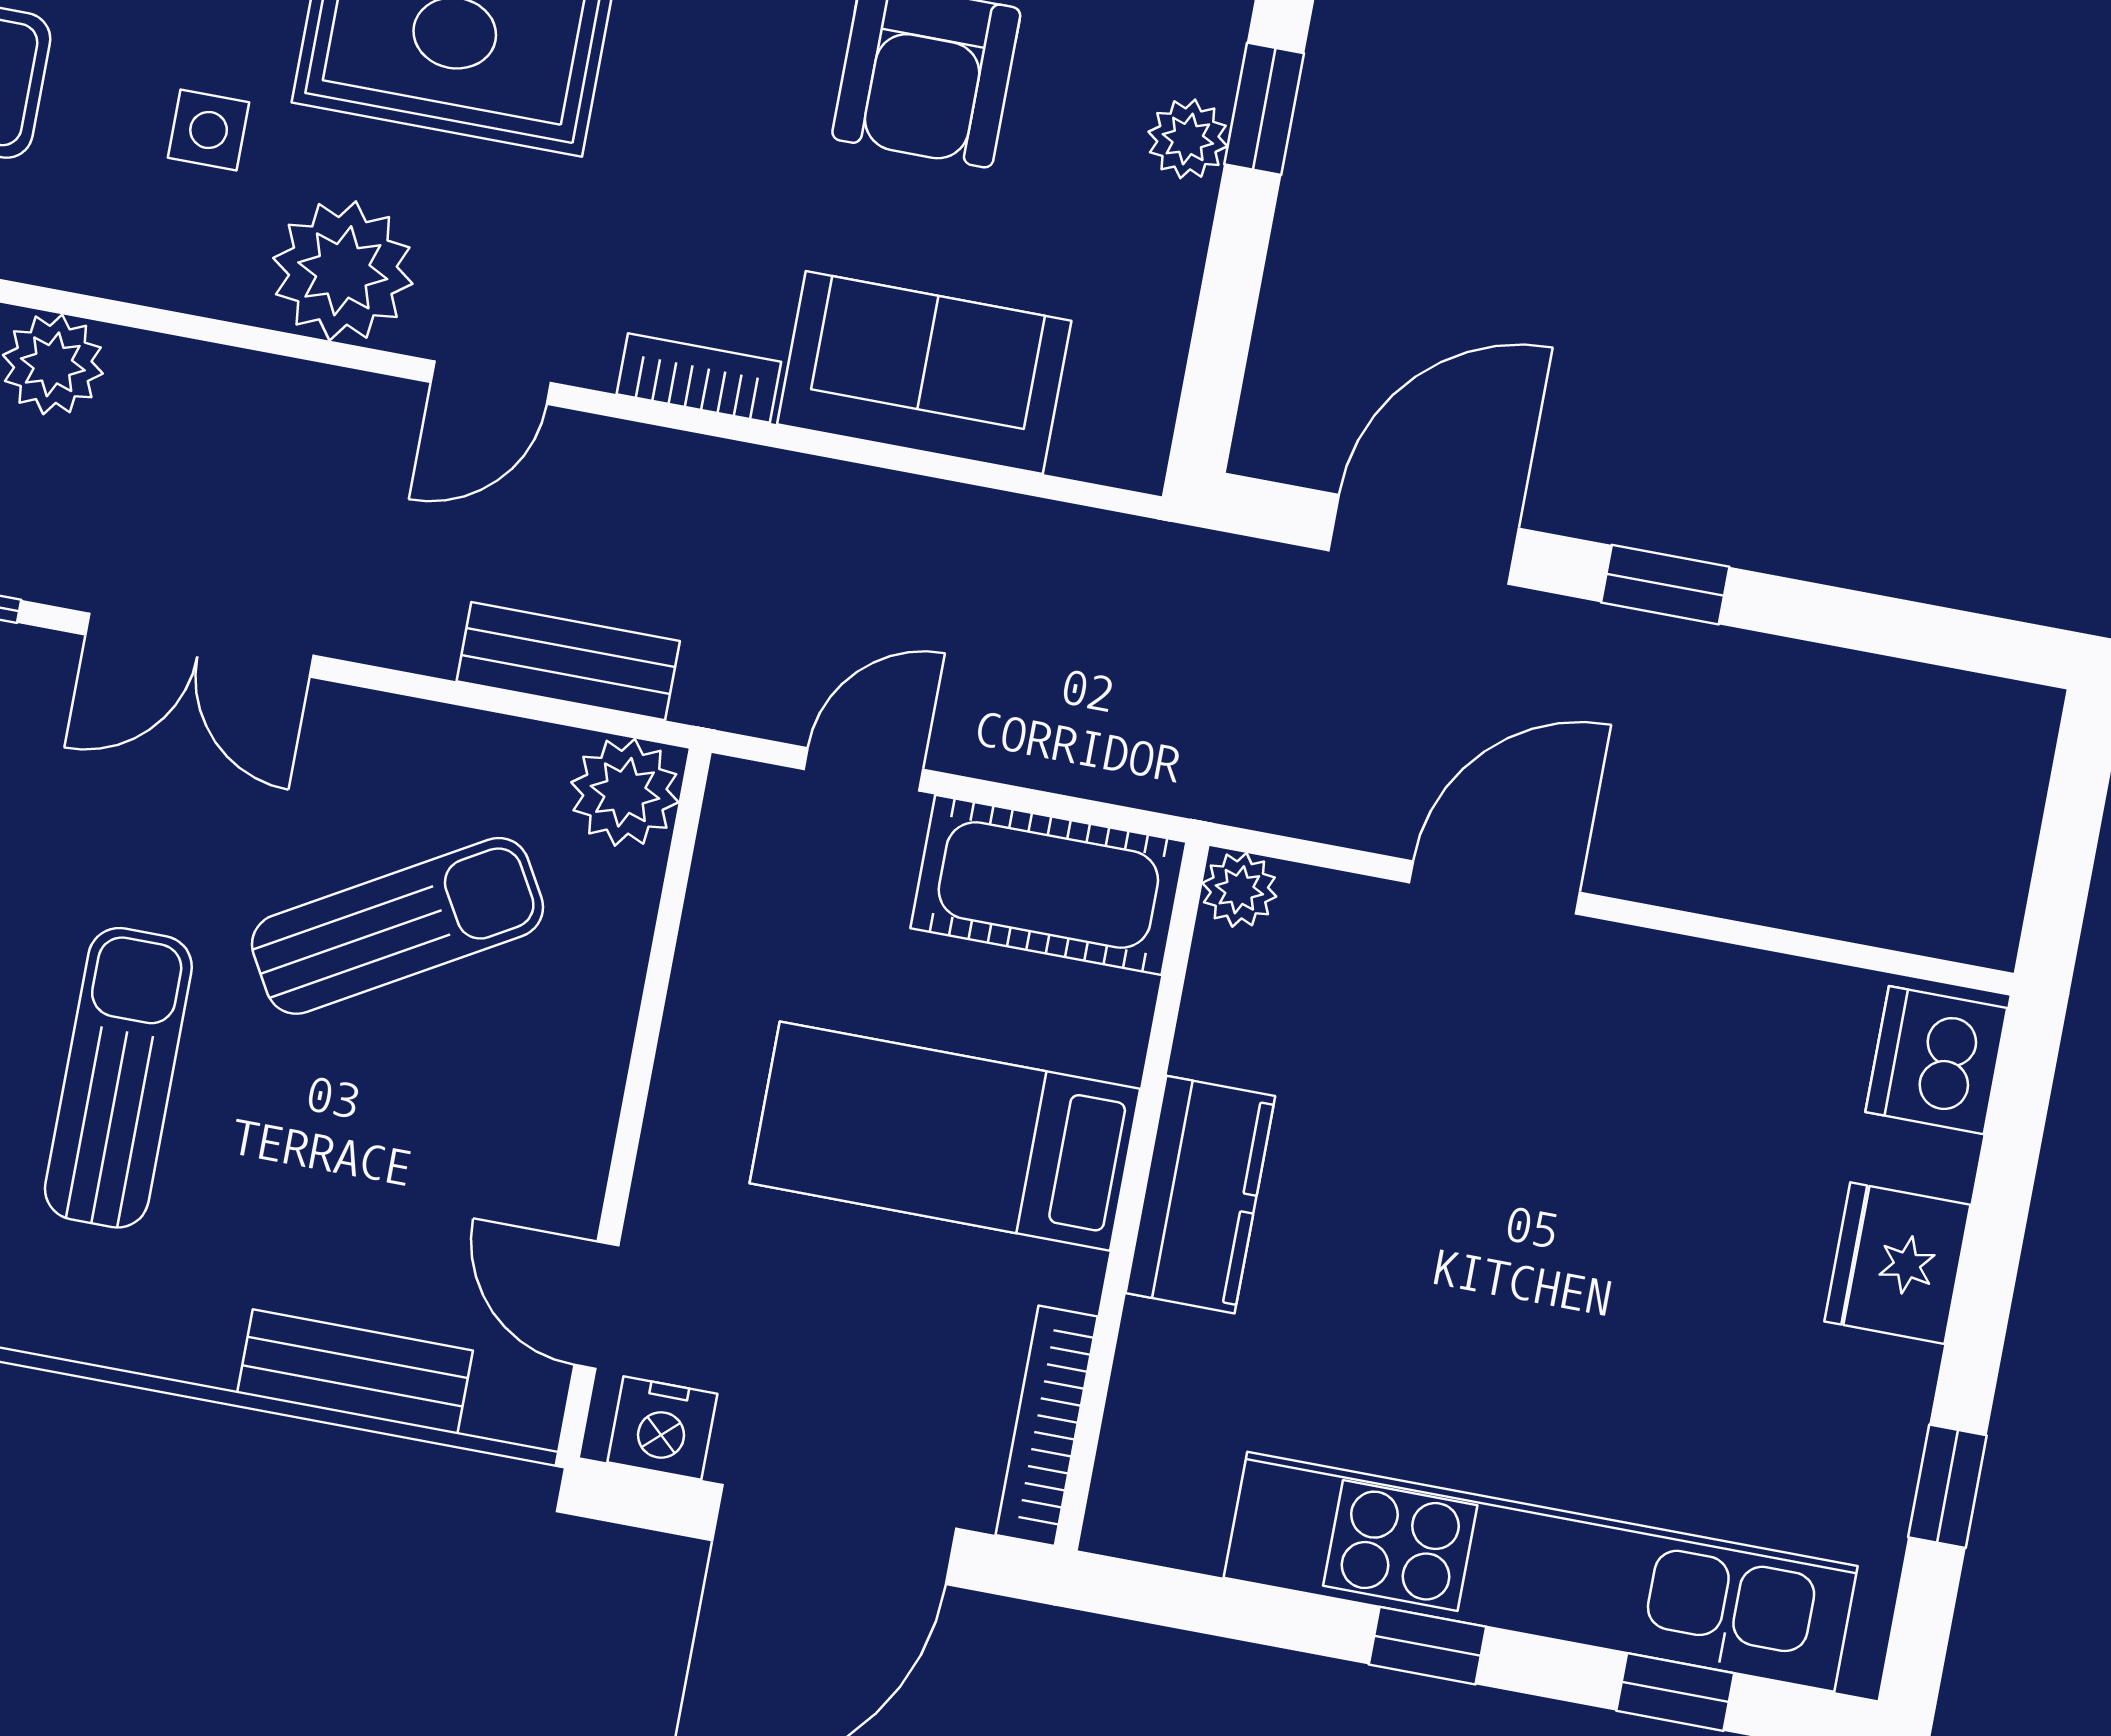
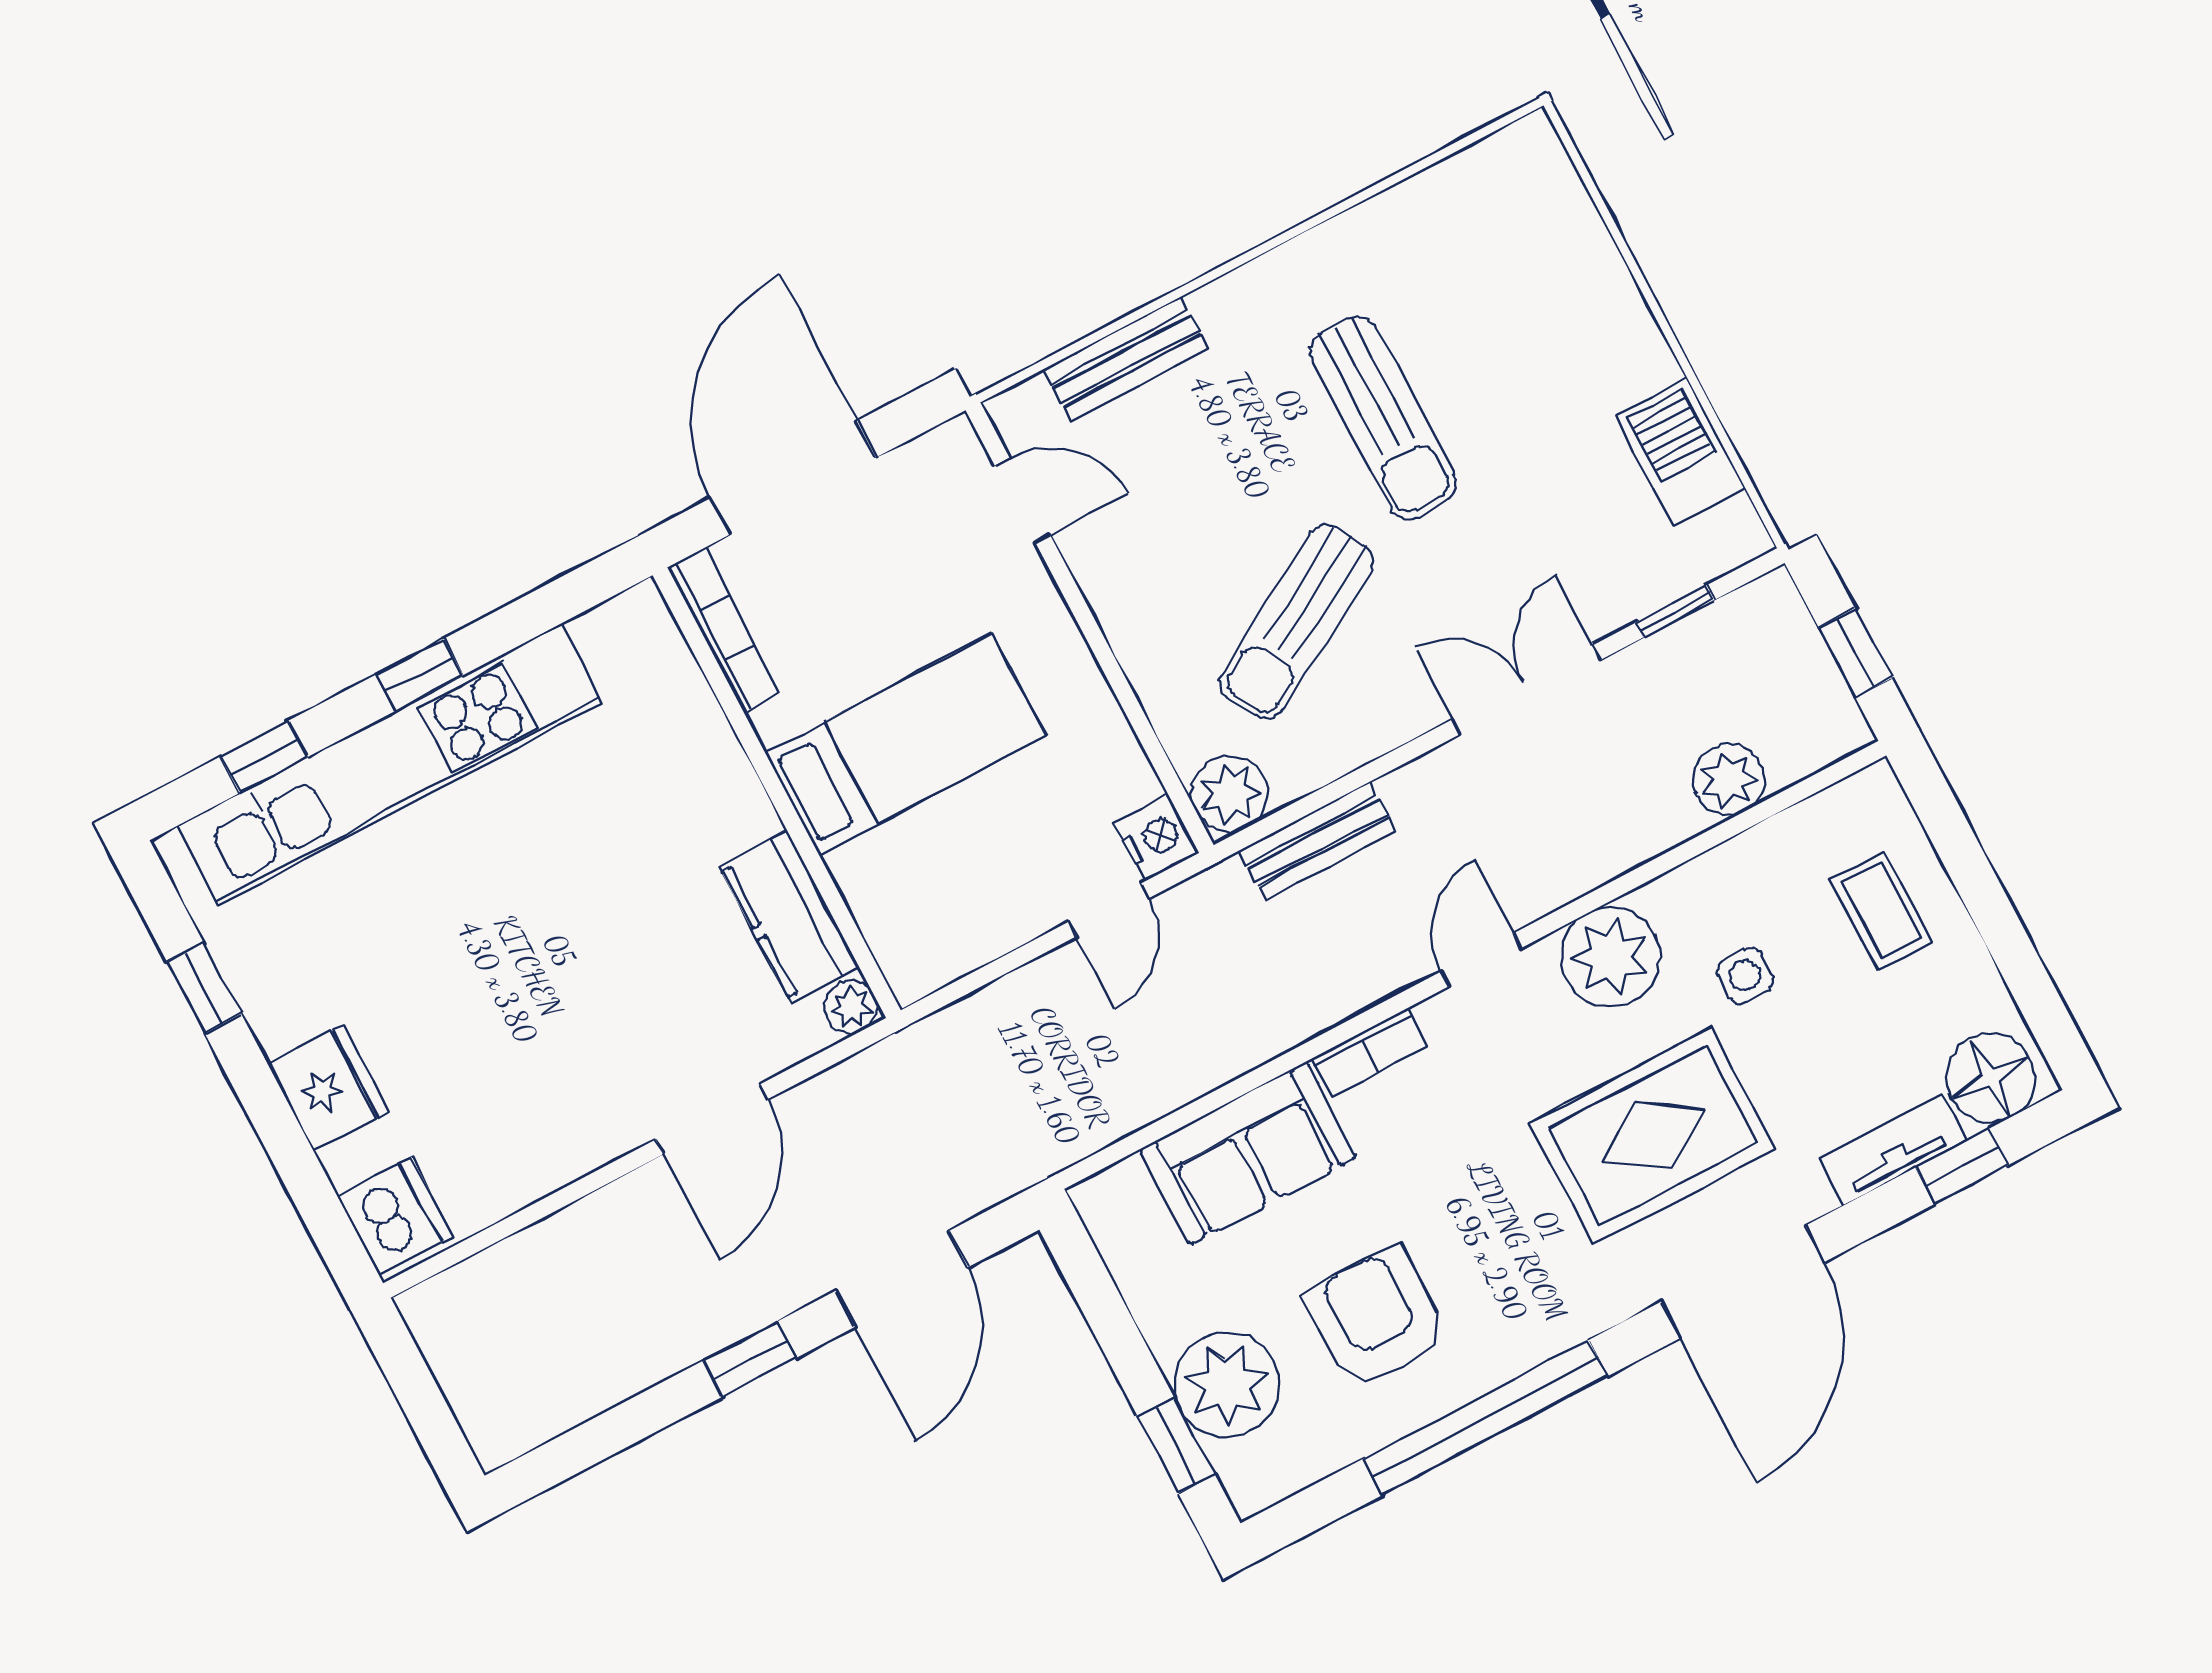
plant: (1188, 139) -> (1227, 1384), width x1.87, depth x1.87
cot: (1048, 885) -> (957, 927), removed
kitchen counter: (1200, 1195) -> (789, 916), moved
nightstand: (662, 1428) -> (1157, 838), moved, turned 90

